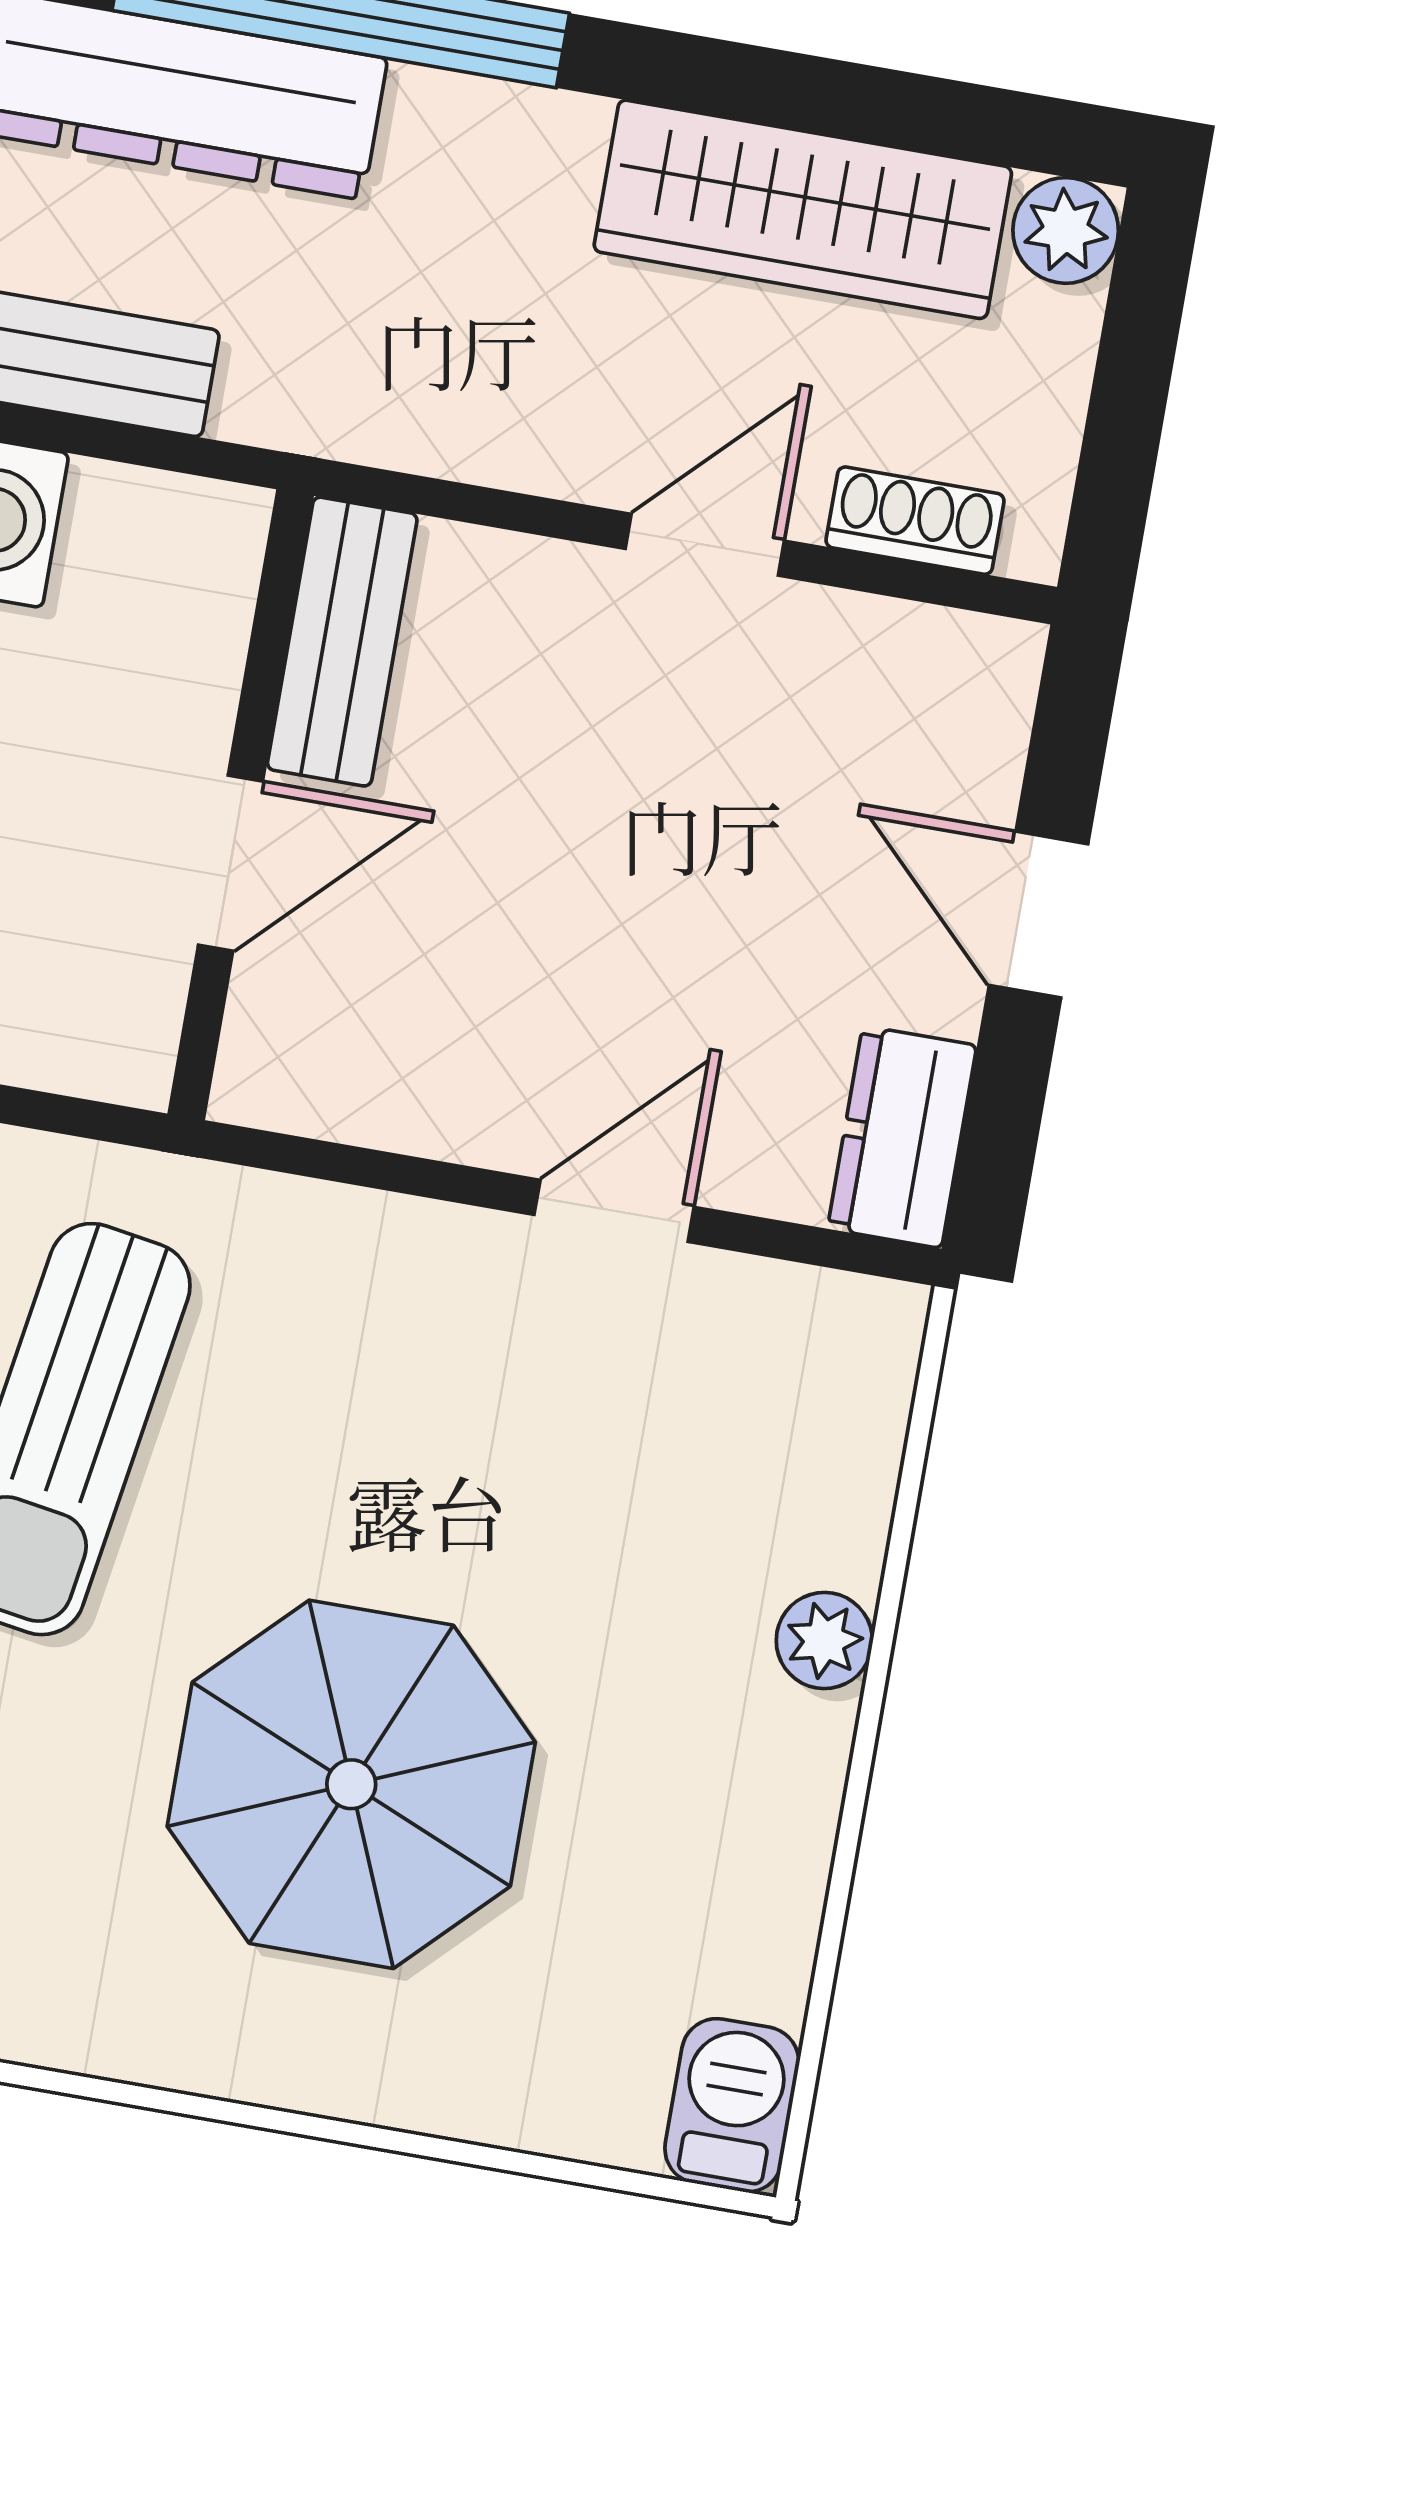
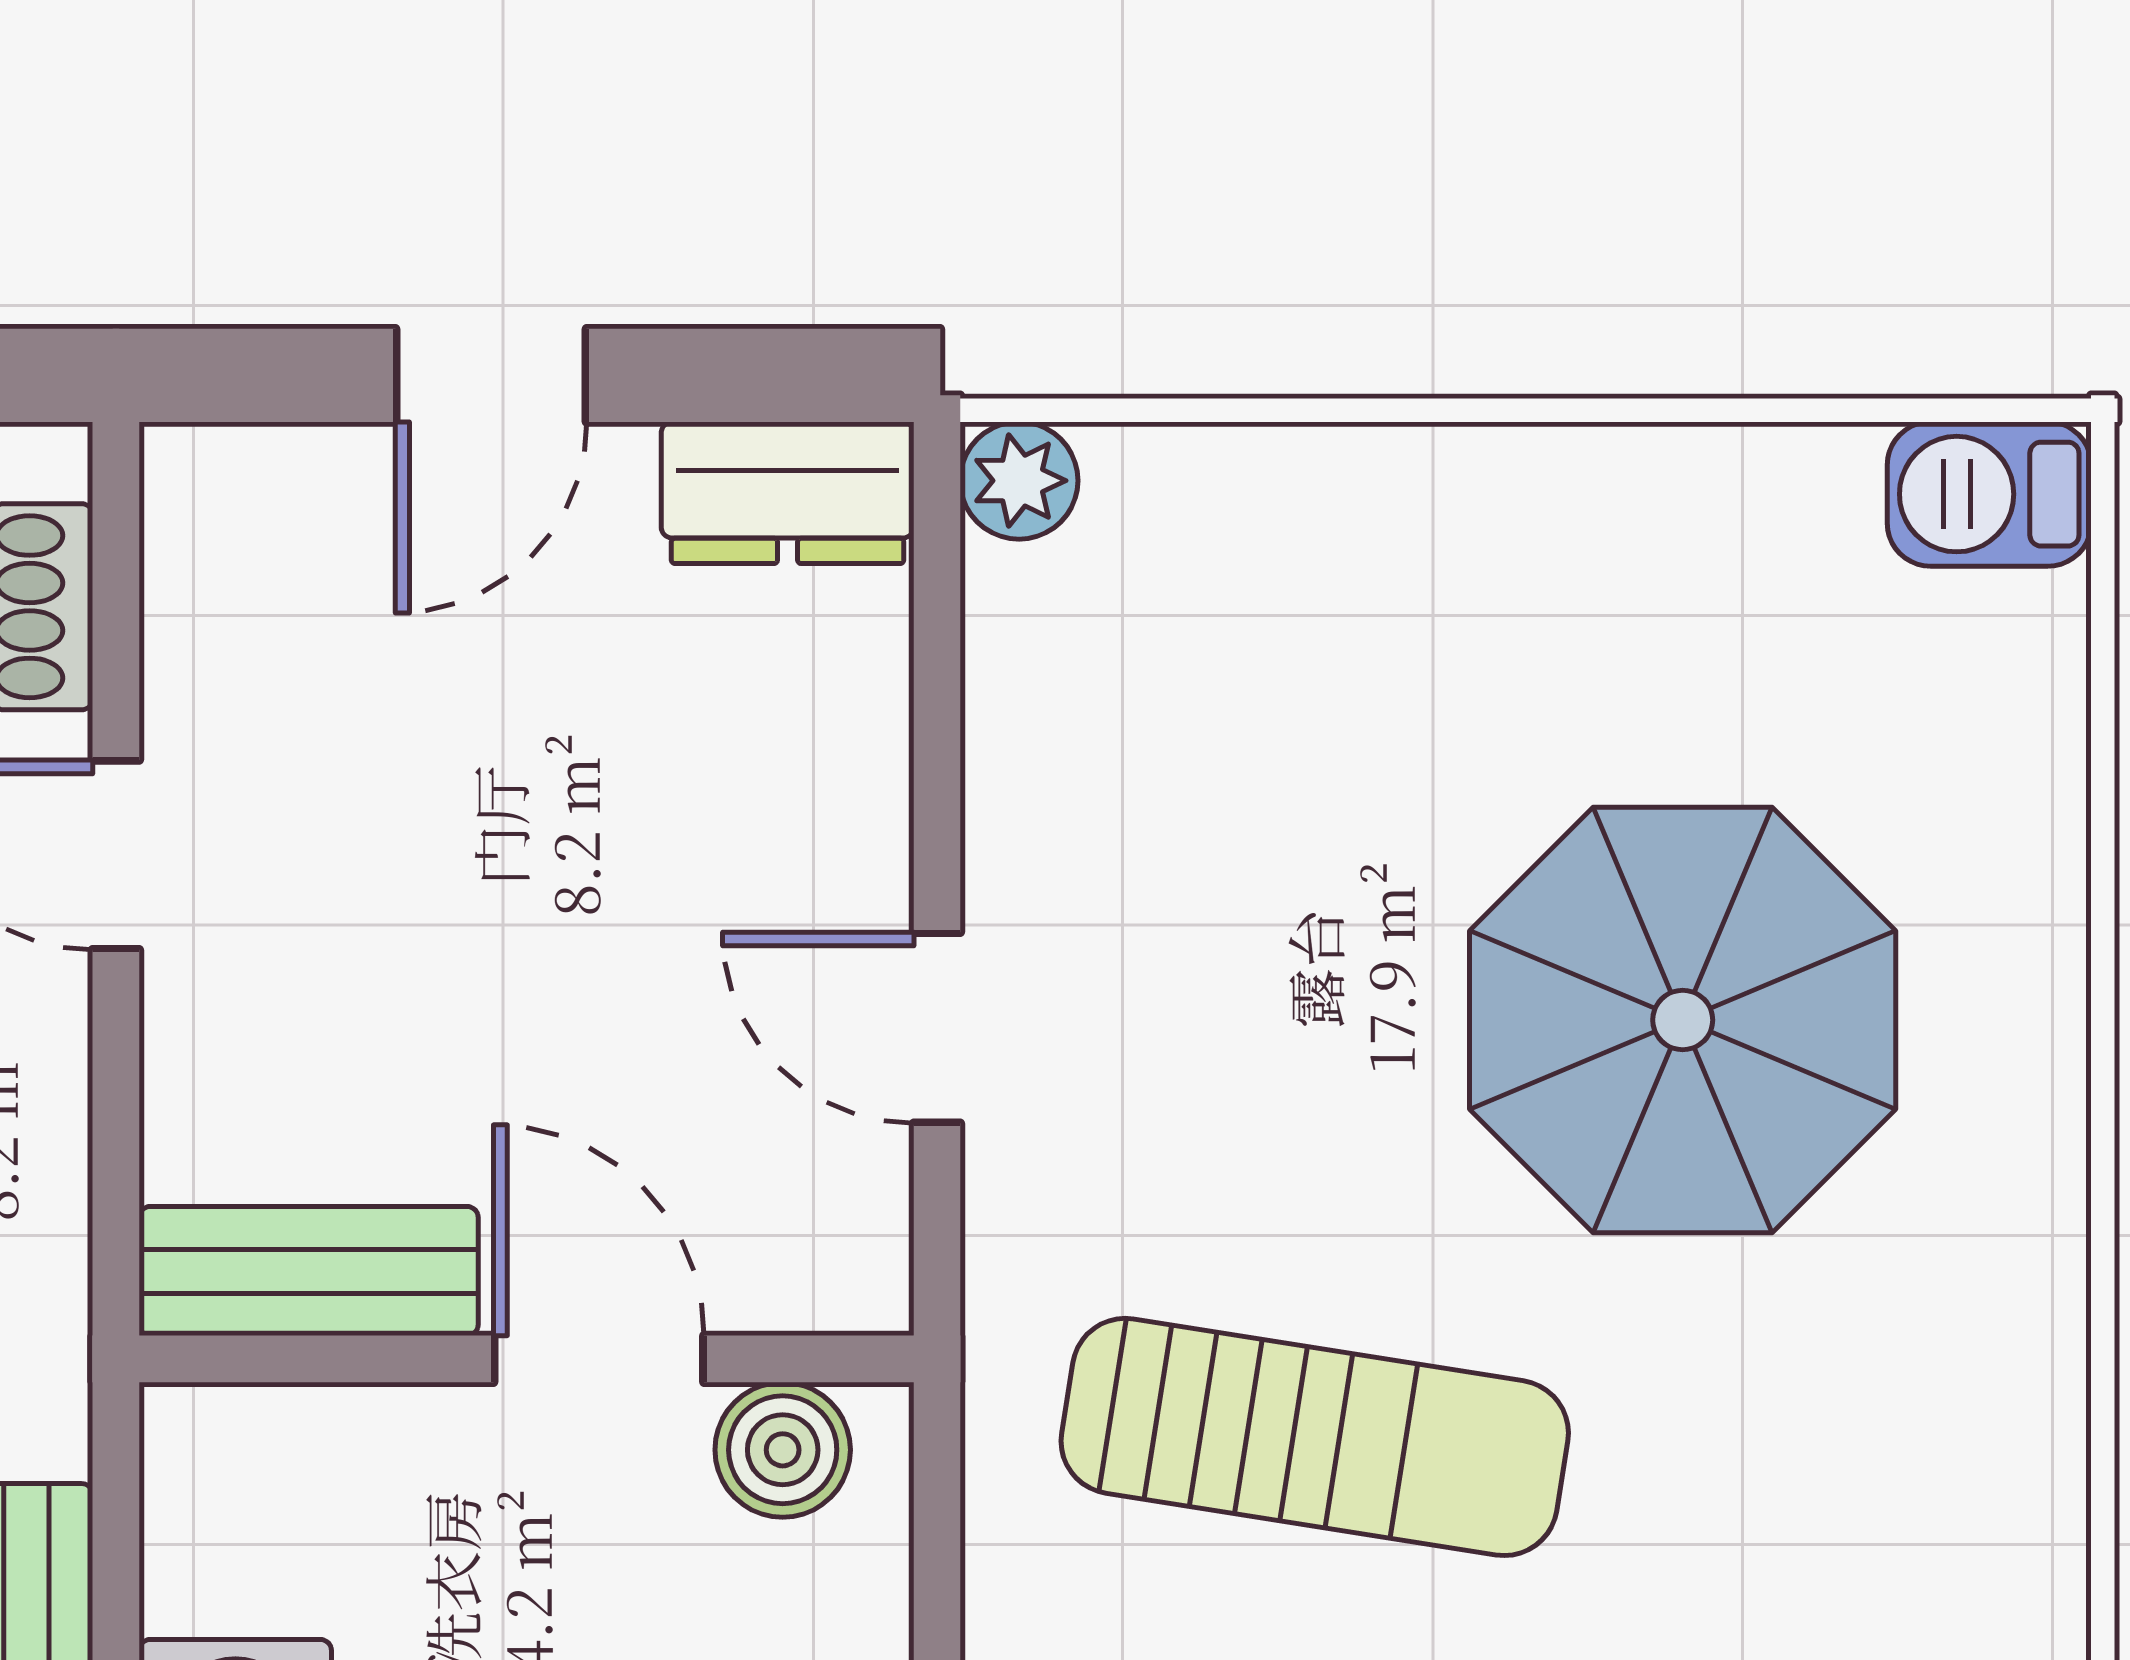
boiler: (131, 998) -> (783, 1450), added
door: (614, 1211) -> (937, 1028), moved
plant: (824, 1640) -> (1019, 481), moved

